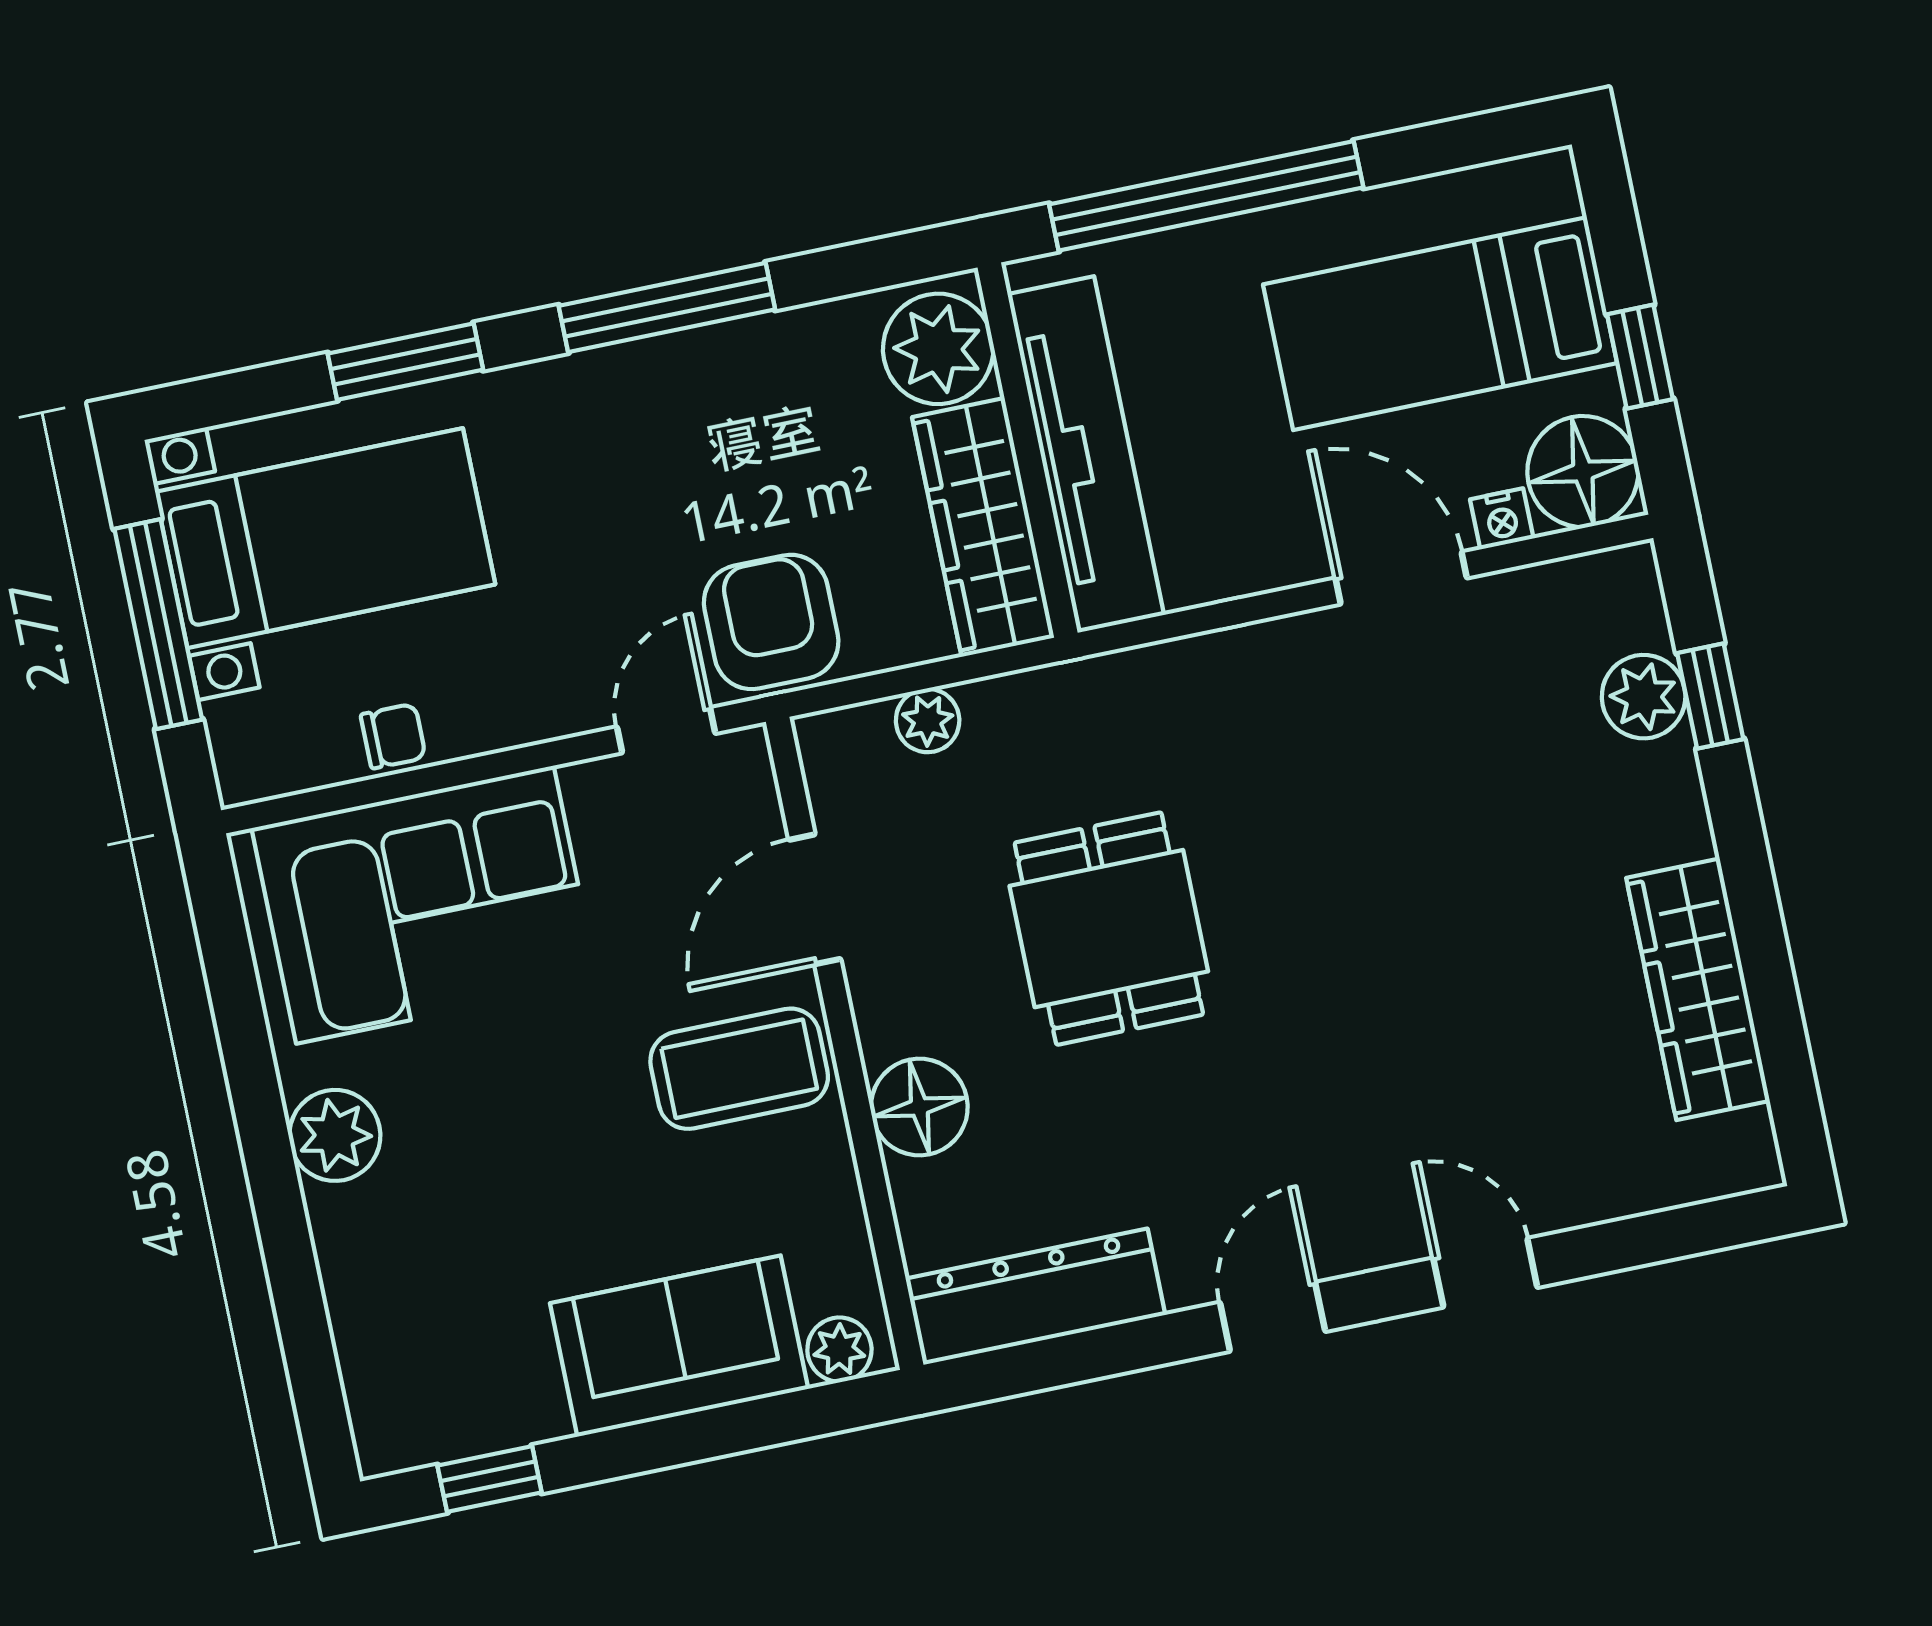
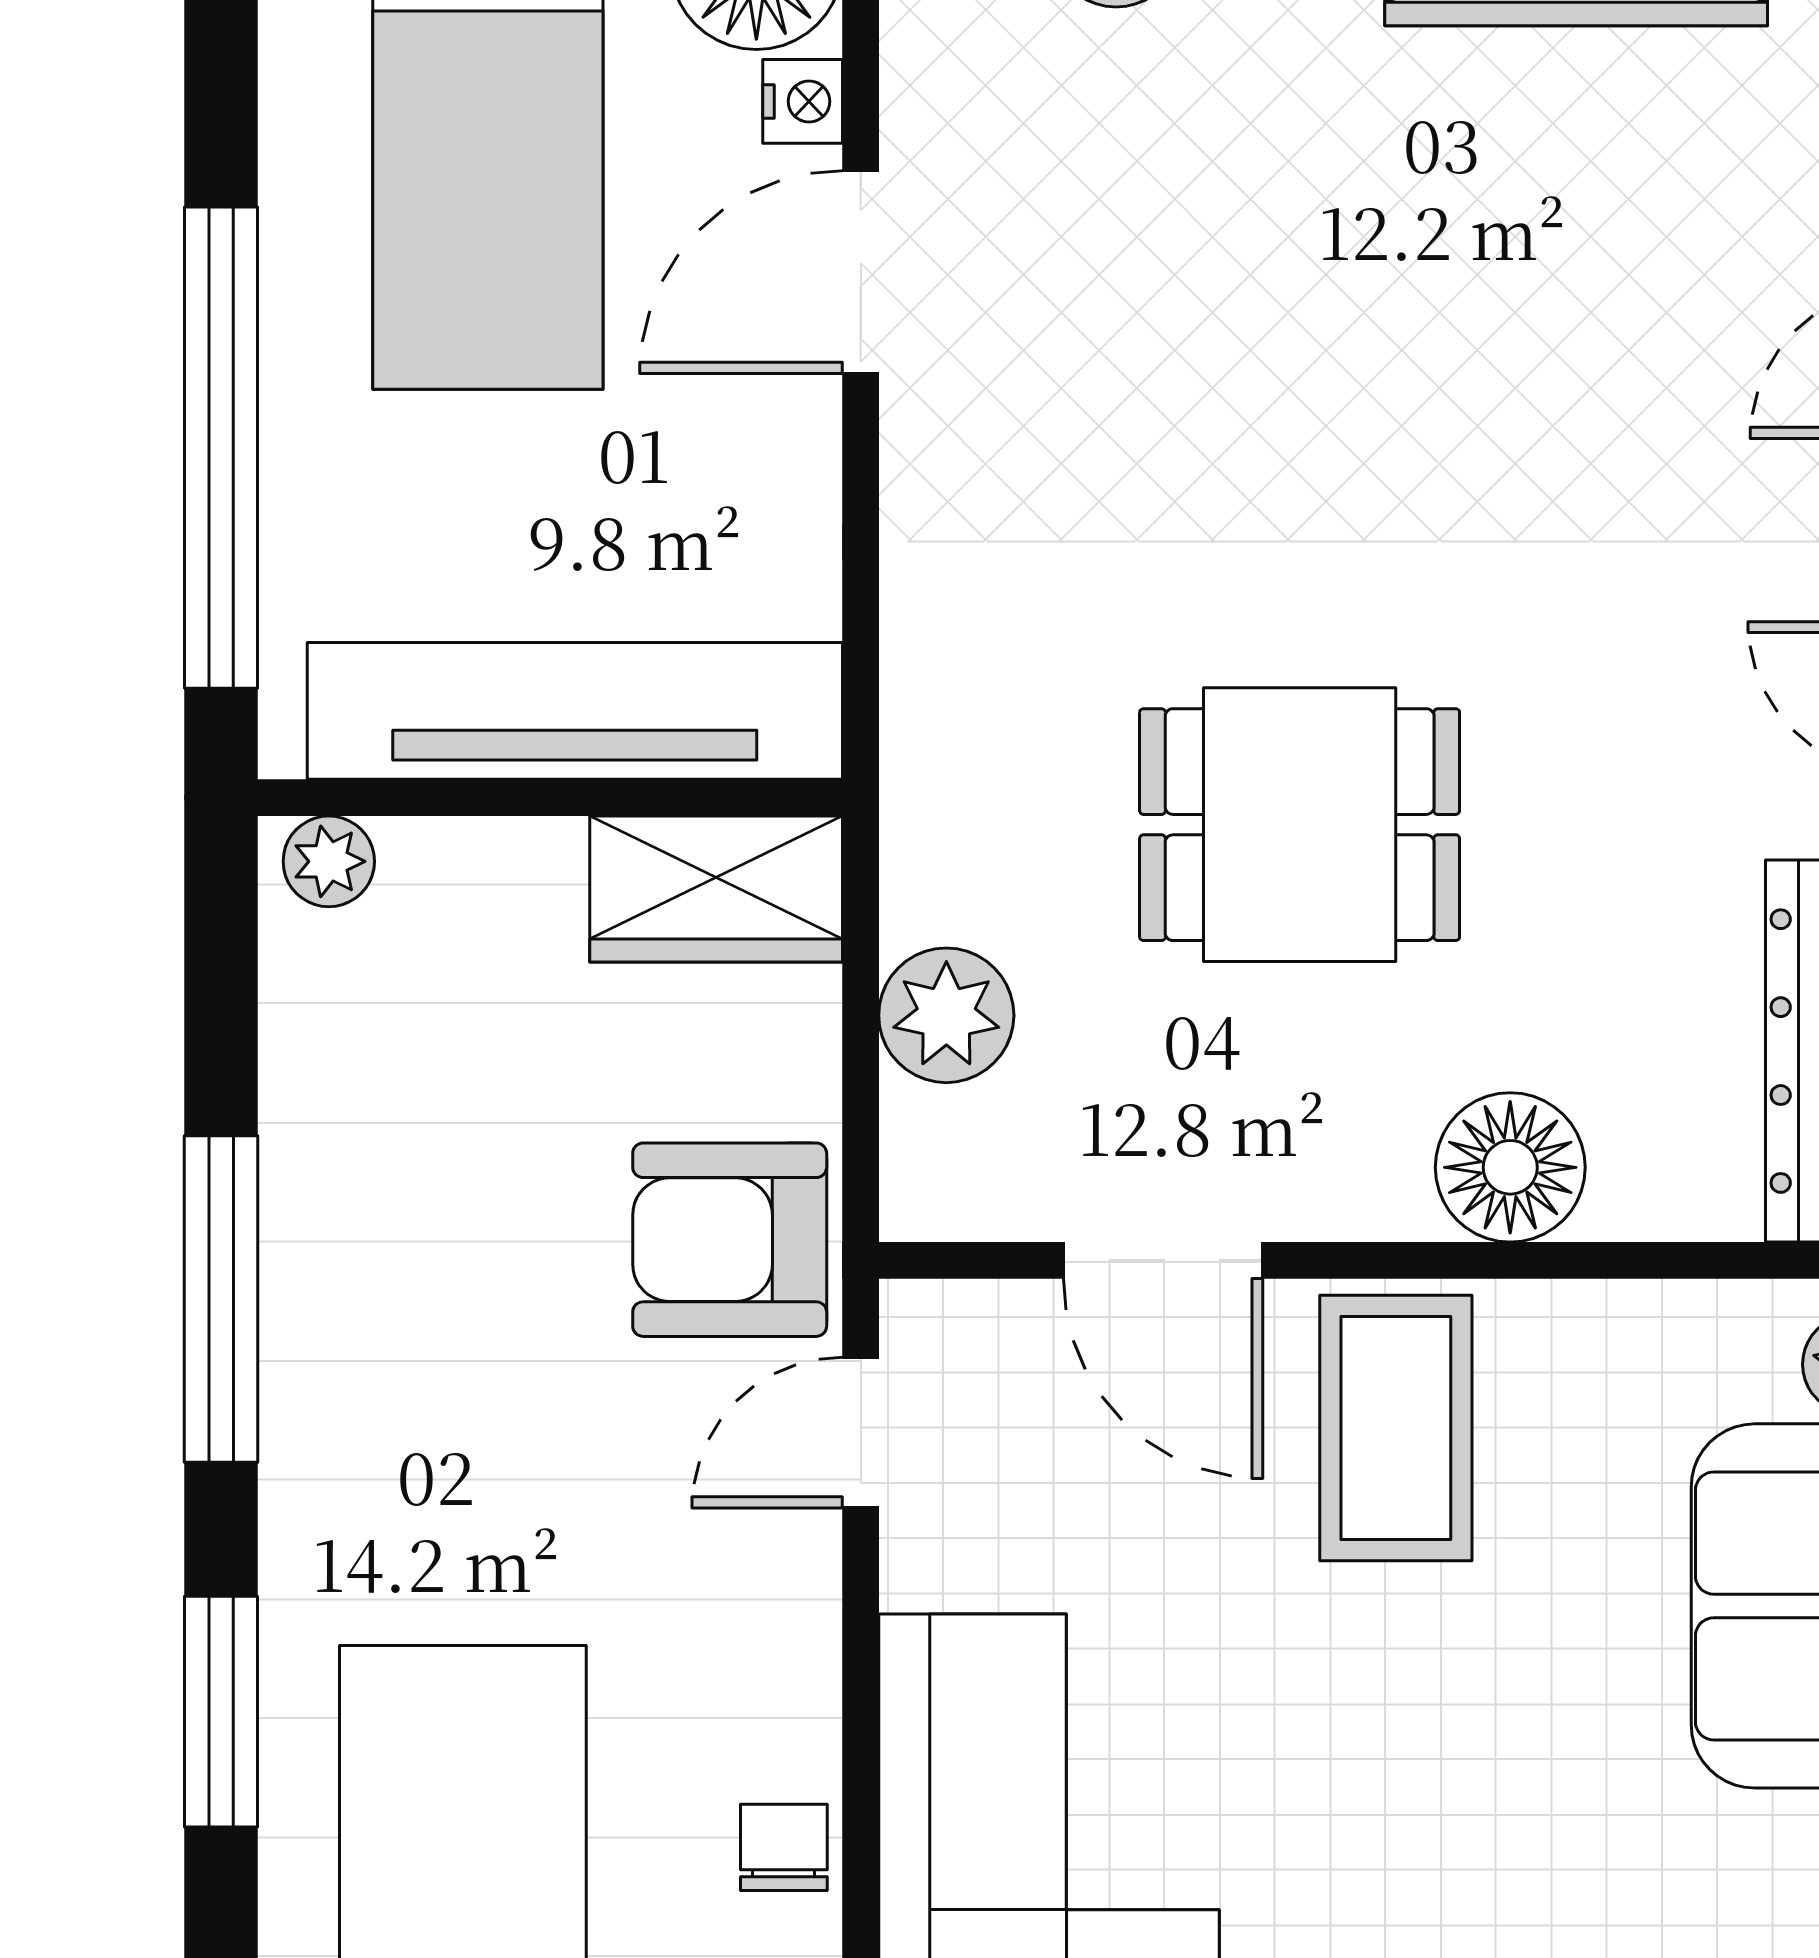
plant: (938, 349) -> (329, 861), width x0.53, depth x0.53
wardrobe: (983, 527) -> (716, 889), width x0.67
plant: (928, 721) -> (946, 1015), width x1.38, depth x1.38
door: (666, 730) -> (861, 1433), hinge flipped

